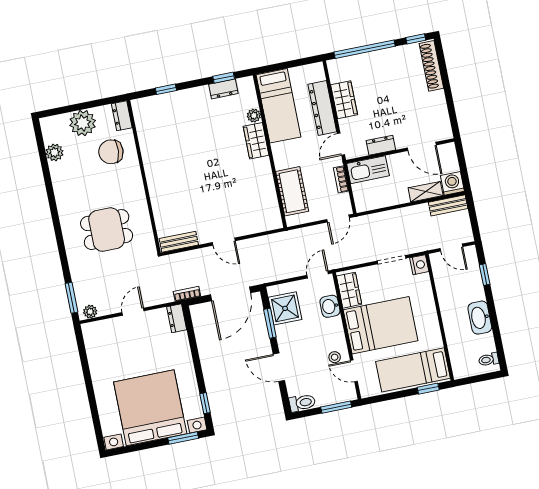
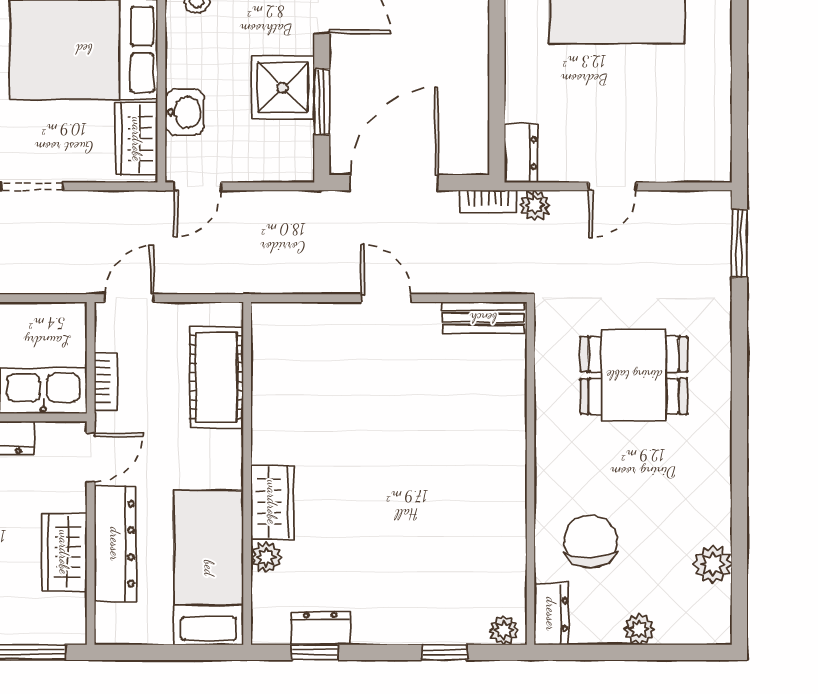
plant: (142, 104) -> (504, 630), added
plant: (83, 123) -> (639, 629), width x0.53, depth x0.53
chair: (111, 152) -> (591, 541), turned -95
shower: (285, 308) -> (283, 88), moved
plant: (90, 312) -> (535, 205), moved

